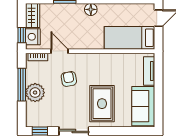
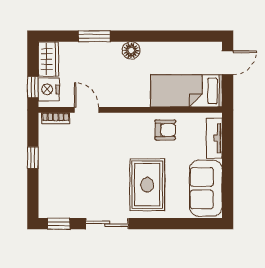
armchair: (69, 79) -> (165, 130), moved, turned 100
window: (22, 85) -> (33, 158), width x0.46
plant: (35, 93) -> (52, 169), removed

